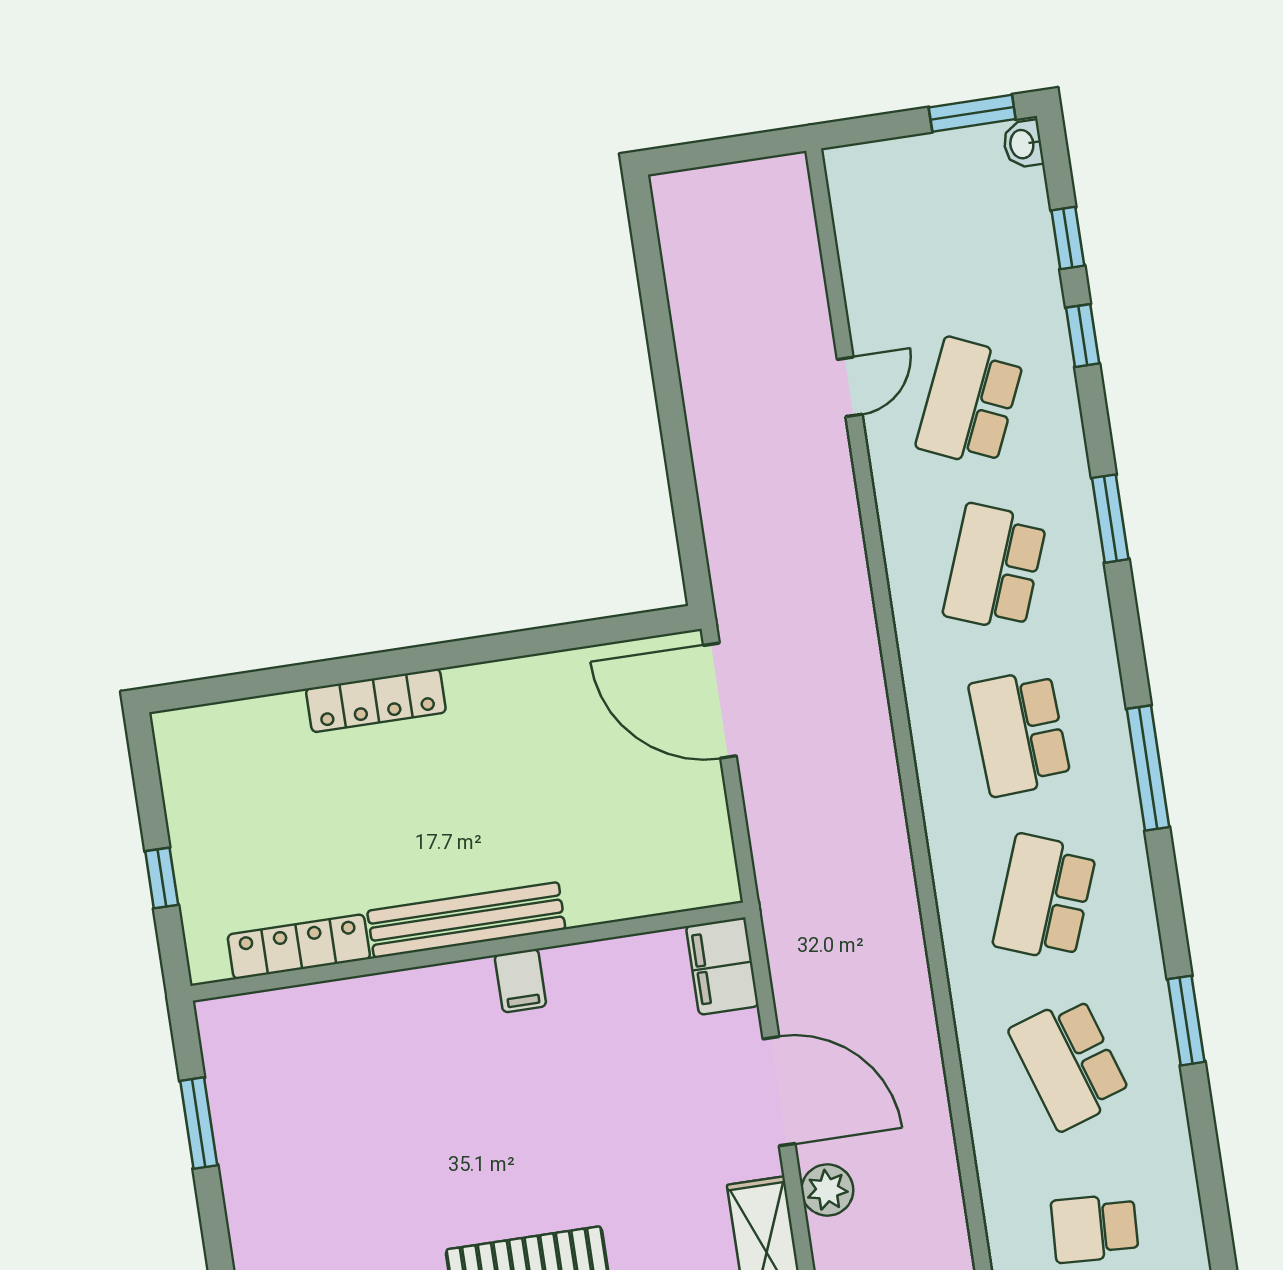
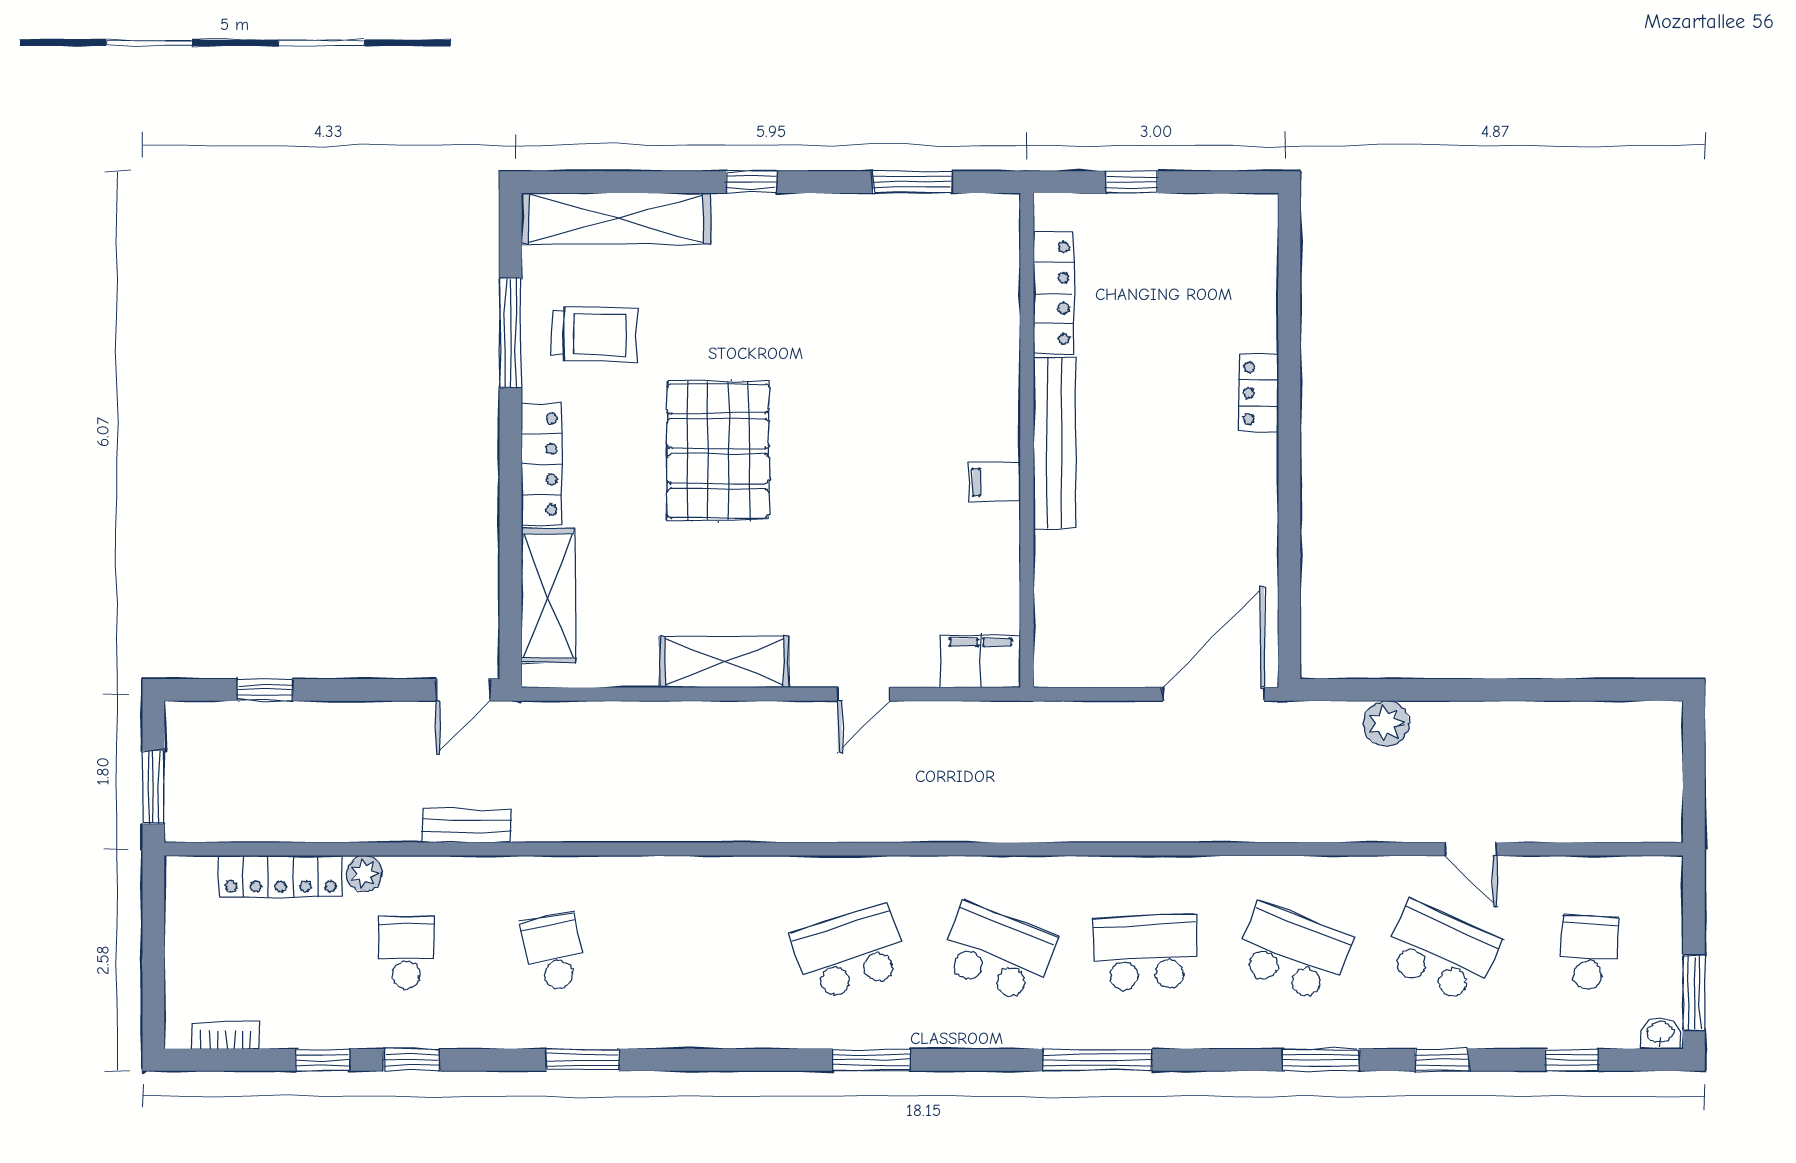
window: (1083, 336) -> (1441, 1060), moved
locker: (376, 701) -> (1259, 393), width x0.66
door: (779, 1091) -> (864, 694), width x0.53
plant: (827, 1190) -> (1386, 723), moved
school desk: (1095, 1228) -> (1589, 952), moved

